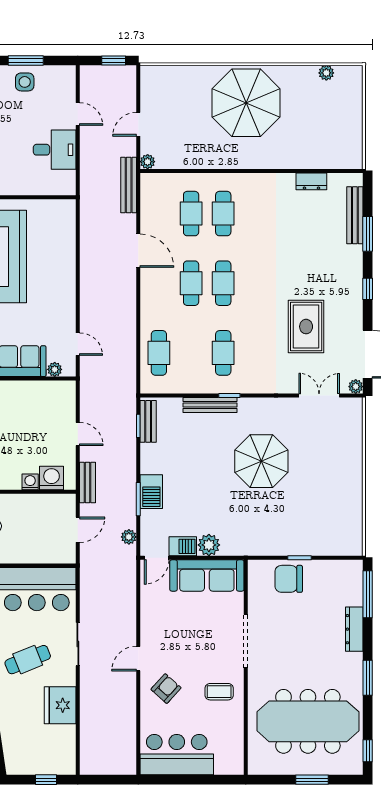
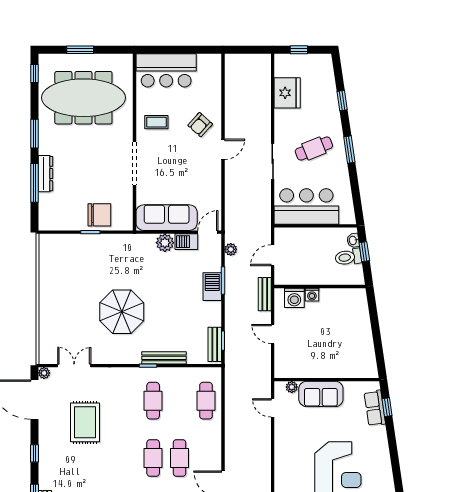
double door: (319, 396) -> (74, 366), swing flipped
window: (368, 594) -> (34, 183), moved
fridge: (60, 705) -> (287, 93), moved
bar counter: (177, 755) -> (166, 70), moved

